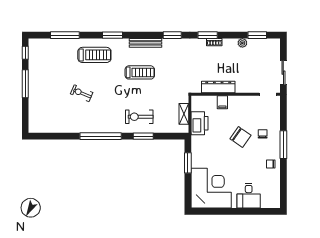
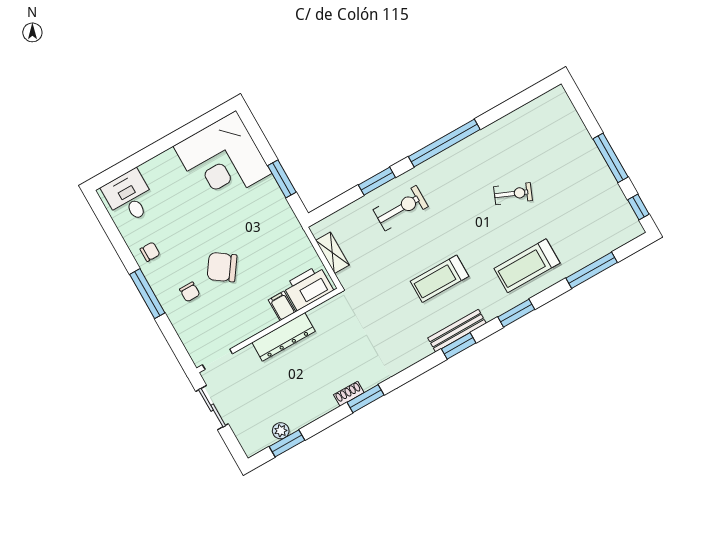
window: (172, 35) -> (459, 346), moved
plant: (242, 43) -> (281, 431), moved
dresser: (218, 87) -> (284, 337), moved
printer: (200, 123) -> (308, 288), moved, turned 90
desk: (249, 196) -> (129, 197), moved

